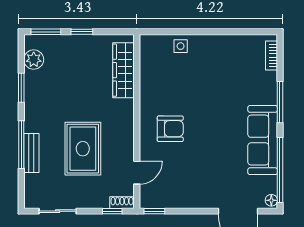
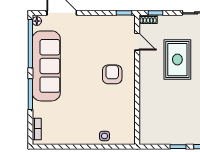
wardrobe: (124, 70) -> (147, 118), removed
armchair: (170, 129) -> (112, 74), turned 90
sofa: (263, 140) -> (46, 66), width x1.36, depth x1.27
door: (137, 173) -> (137, 42), swing flipped

